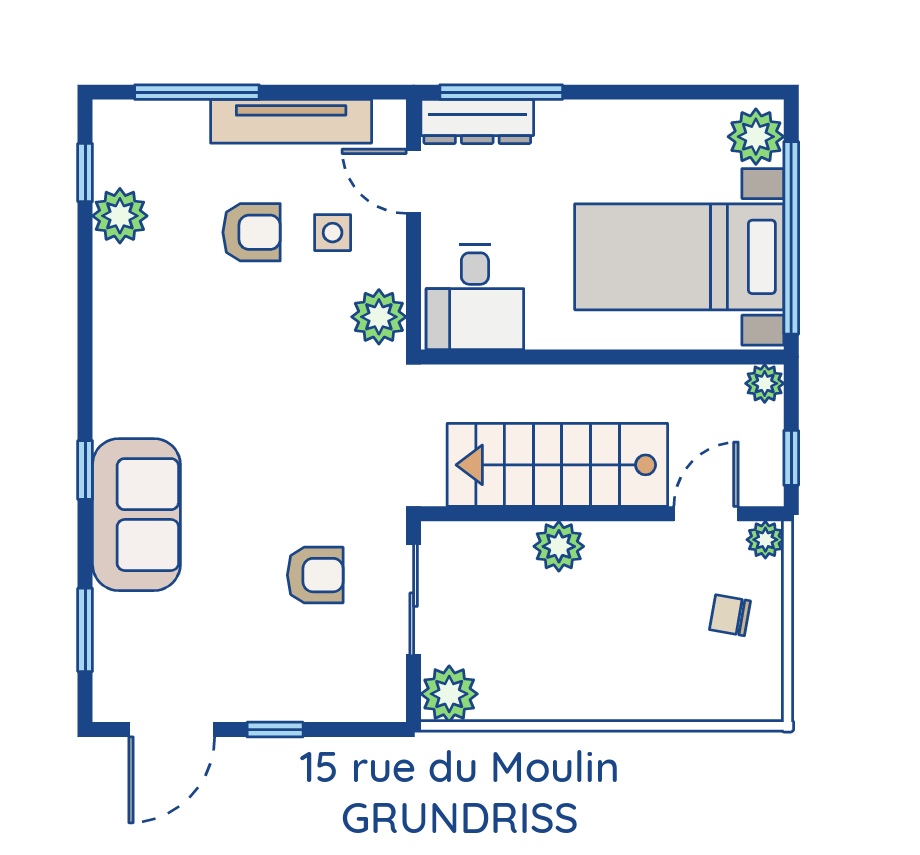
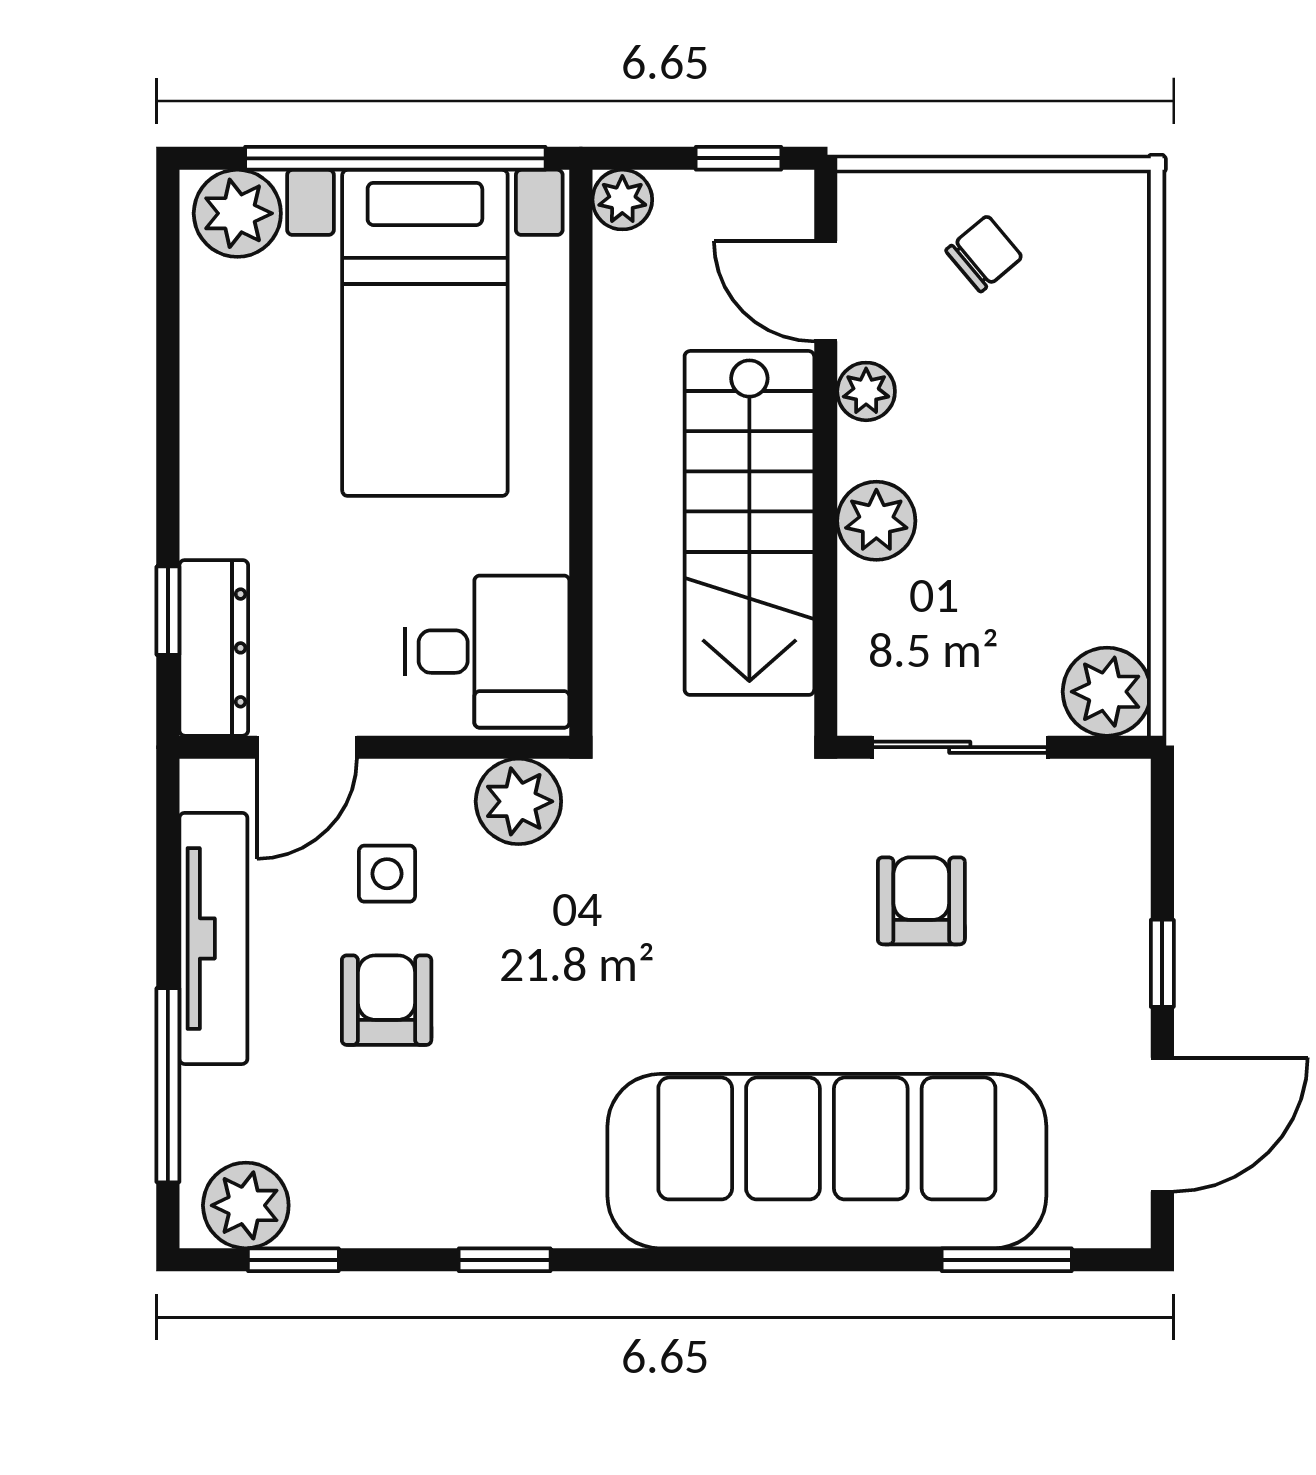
window: (501, 92) -> (168, 611), width x0.46
plant: (120, 216) -> (246, 1205), moved
window: (85, 470) -> (505, 1260), moved
sofa: (136, 515) -> (827, 1161), width x1.85, depth x1.27
plant: (765, 540) -> (866, 391), moved
chair: (730, 615) -> (984, 254), turned -140
door: (172, 730) -> (1162, 1125), hinge flipped

